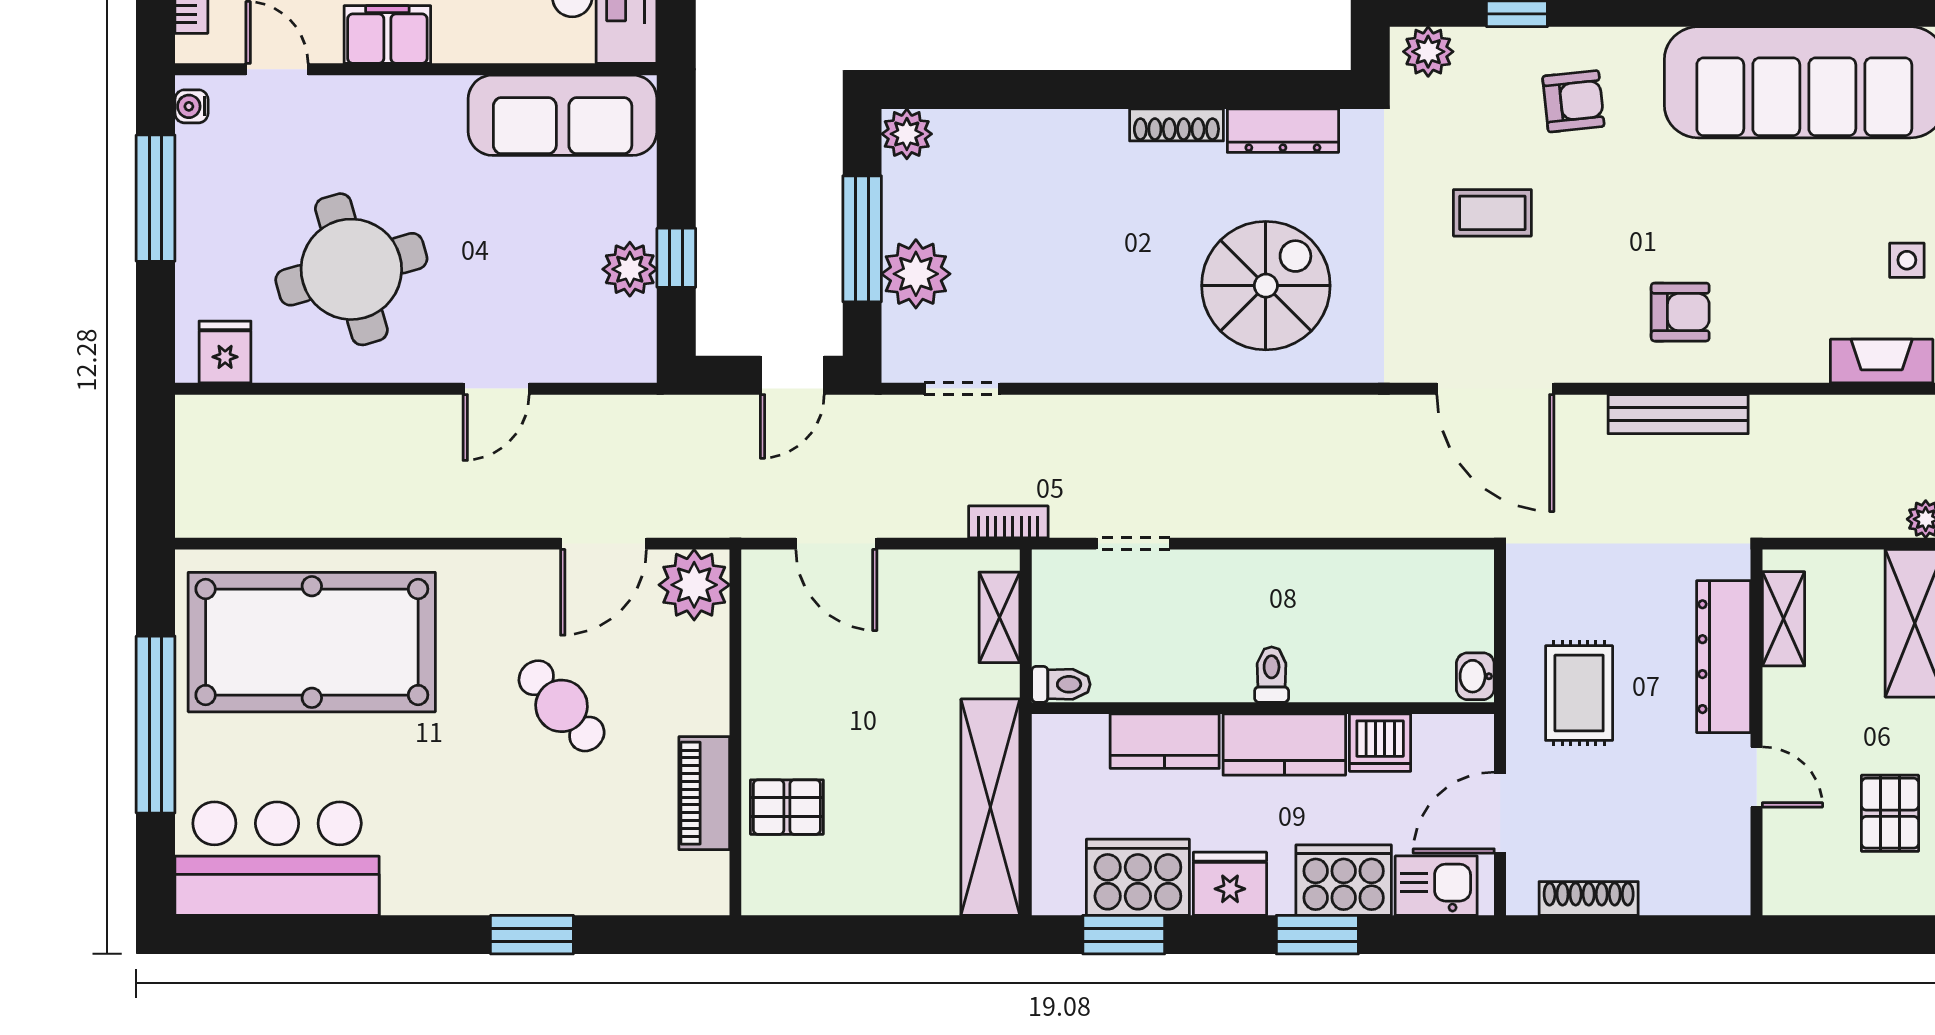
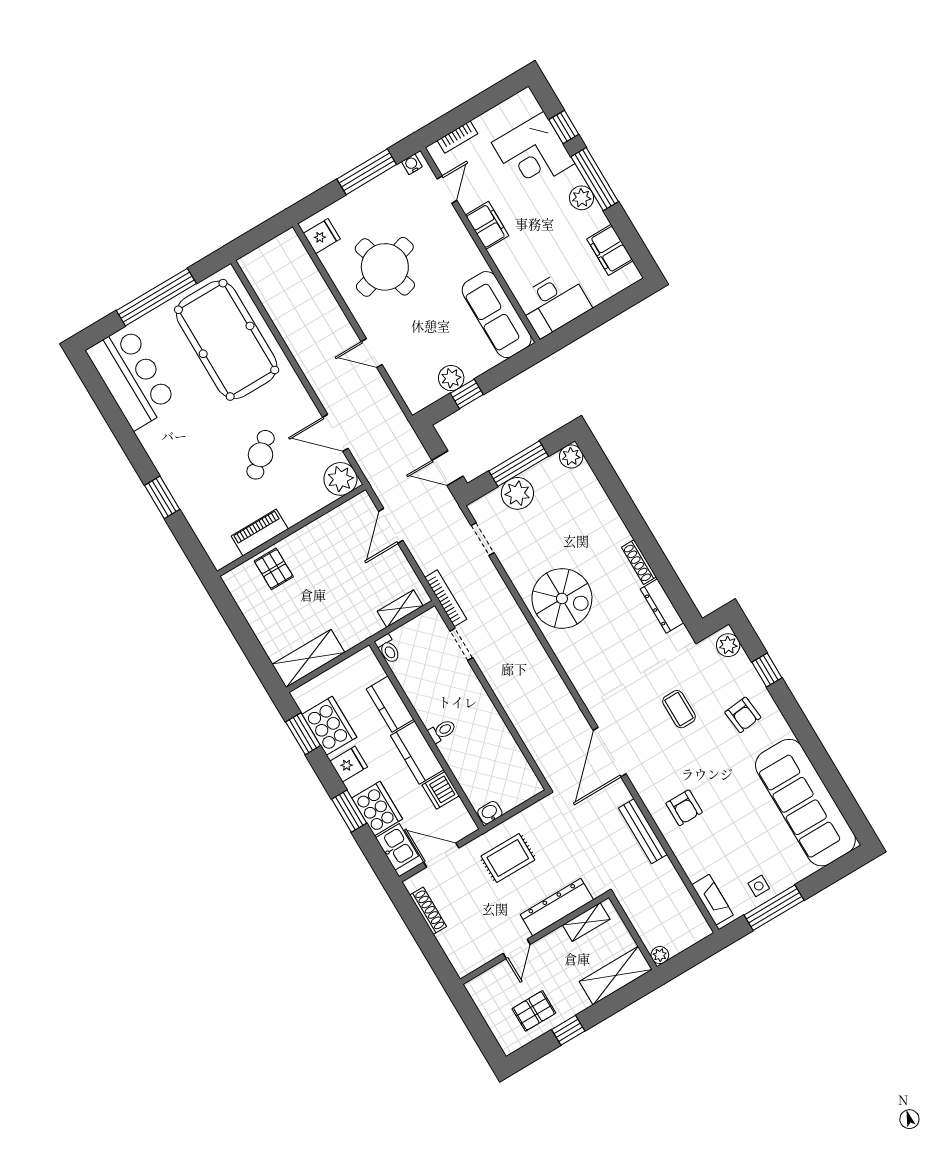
spiral stairs: (1266, 286) -> (562, 598), moved
bookcase: (1008, 522) -> (446, 598), width x1.56
shelving: (990, 807) -> (308, 658), width x0.68
fridge: (1230, 884) -> (349, 764), width x0.72

